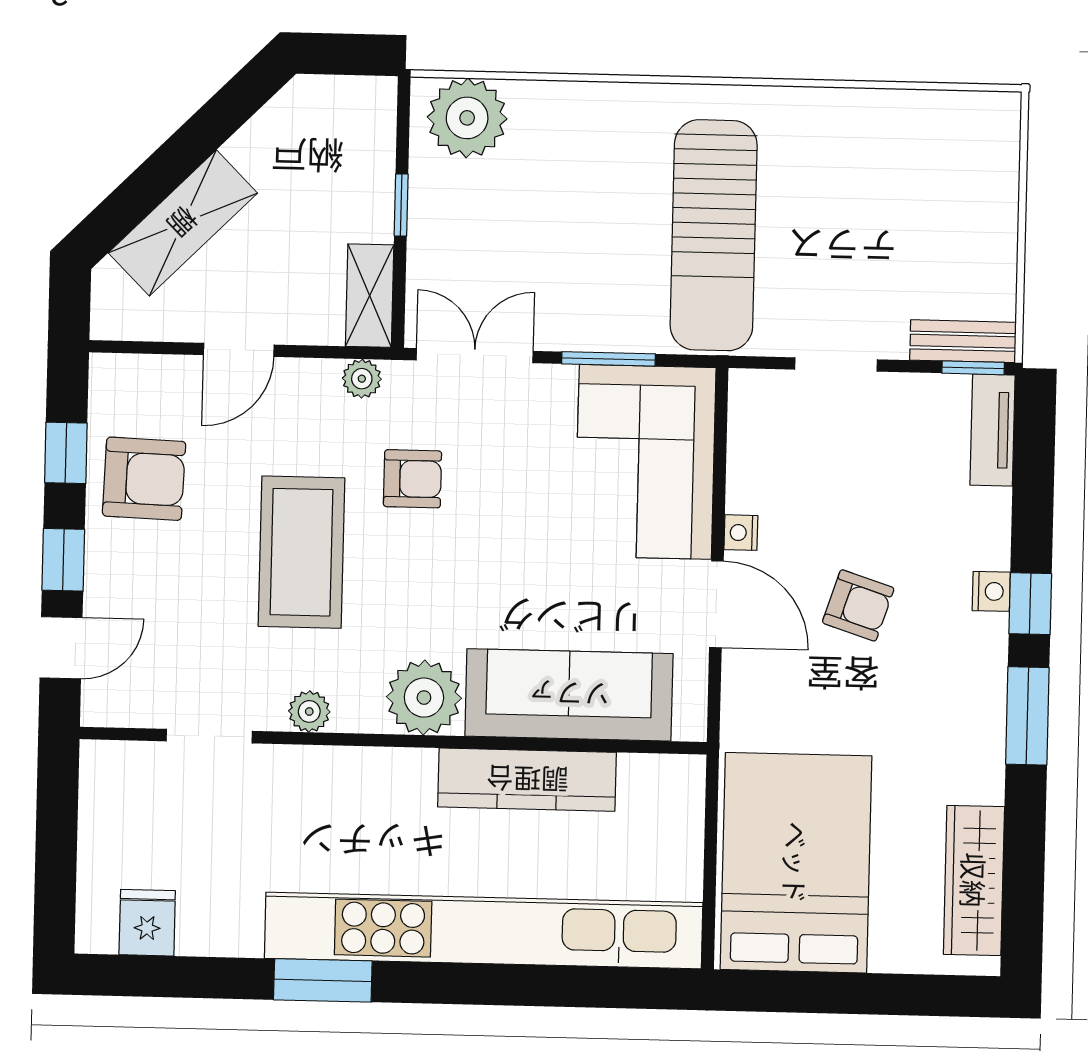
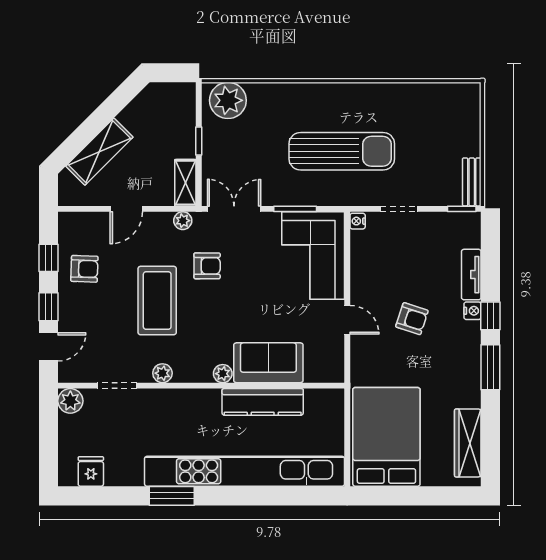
sun lounger: (714, 235) -> (342, 151), turned -90
bench: (963, 341) -> (472, 182), moved, turned 90
tv unit: (993, 430) -> (471, 275), moved
armchair: (144, 479) -> (84, 269), width x0.72, depth x0.72
nightstand: (741, 533) -> (358, 221), moved
door: (716, 604) -> (347, 320), width x0.73
sofa: (569, 695) -> (268, 363), width x0.73
plant: (424, 698) -> (223, 374), width x0.53, depth x0.53
plant: (106, 767) -> (70, 401), added

